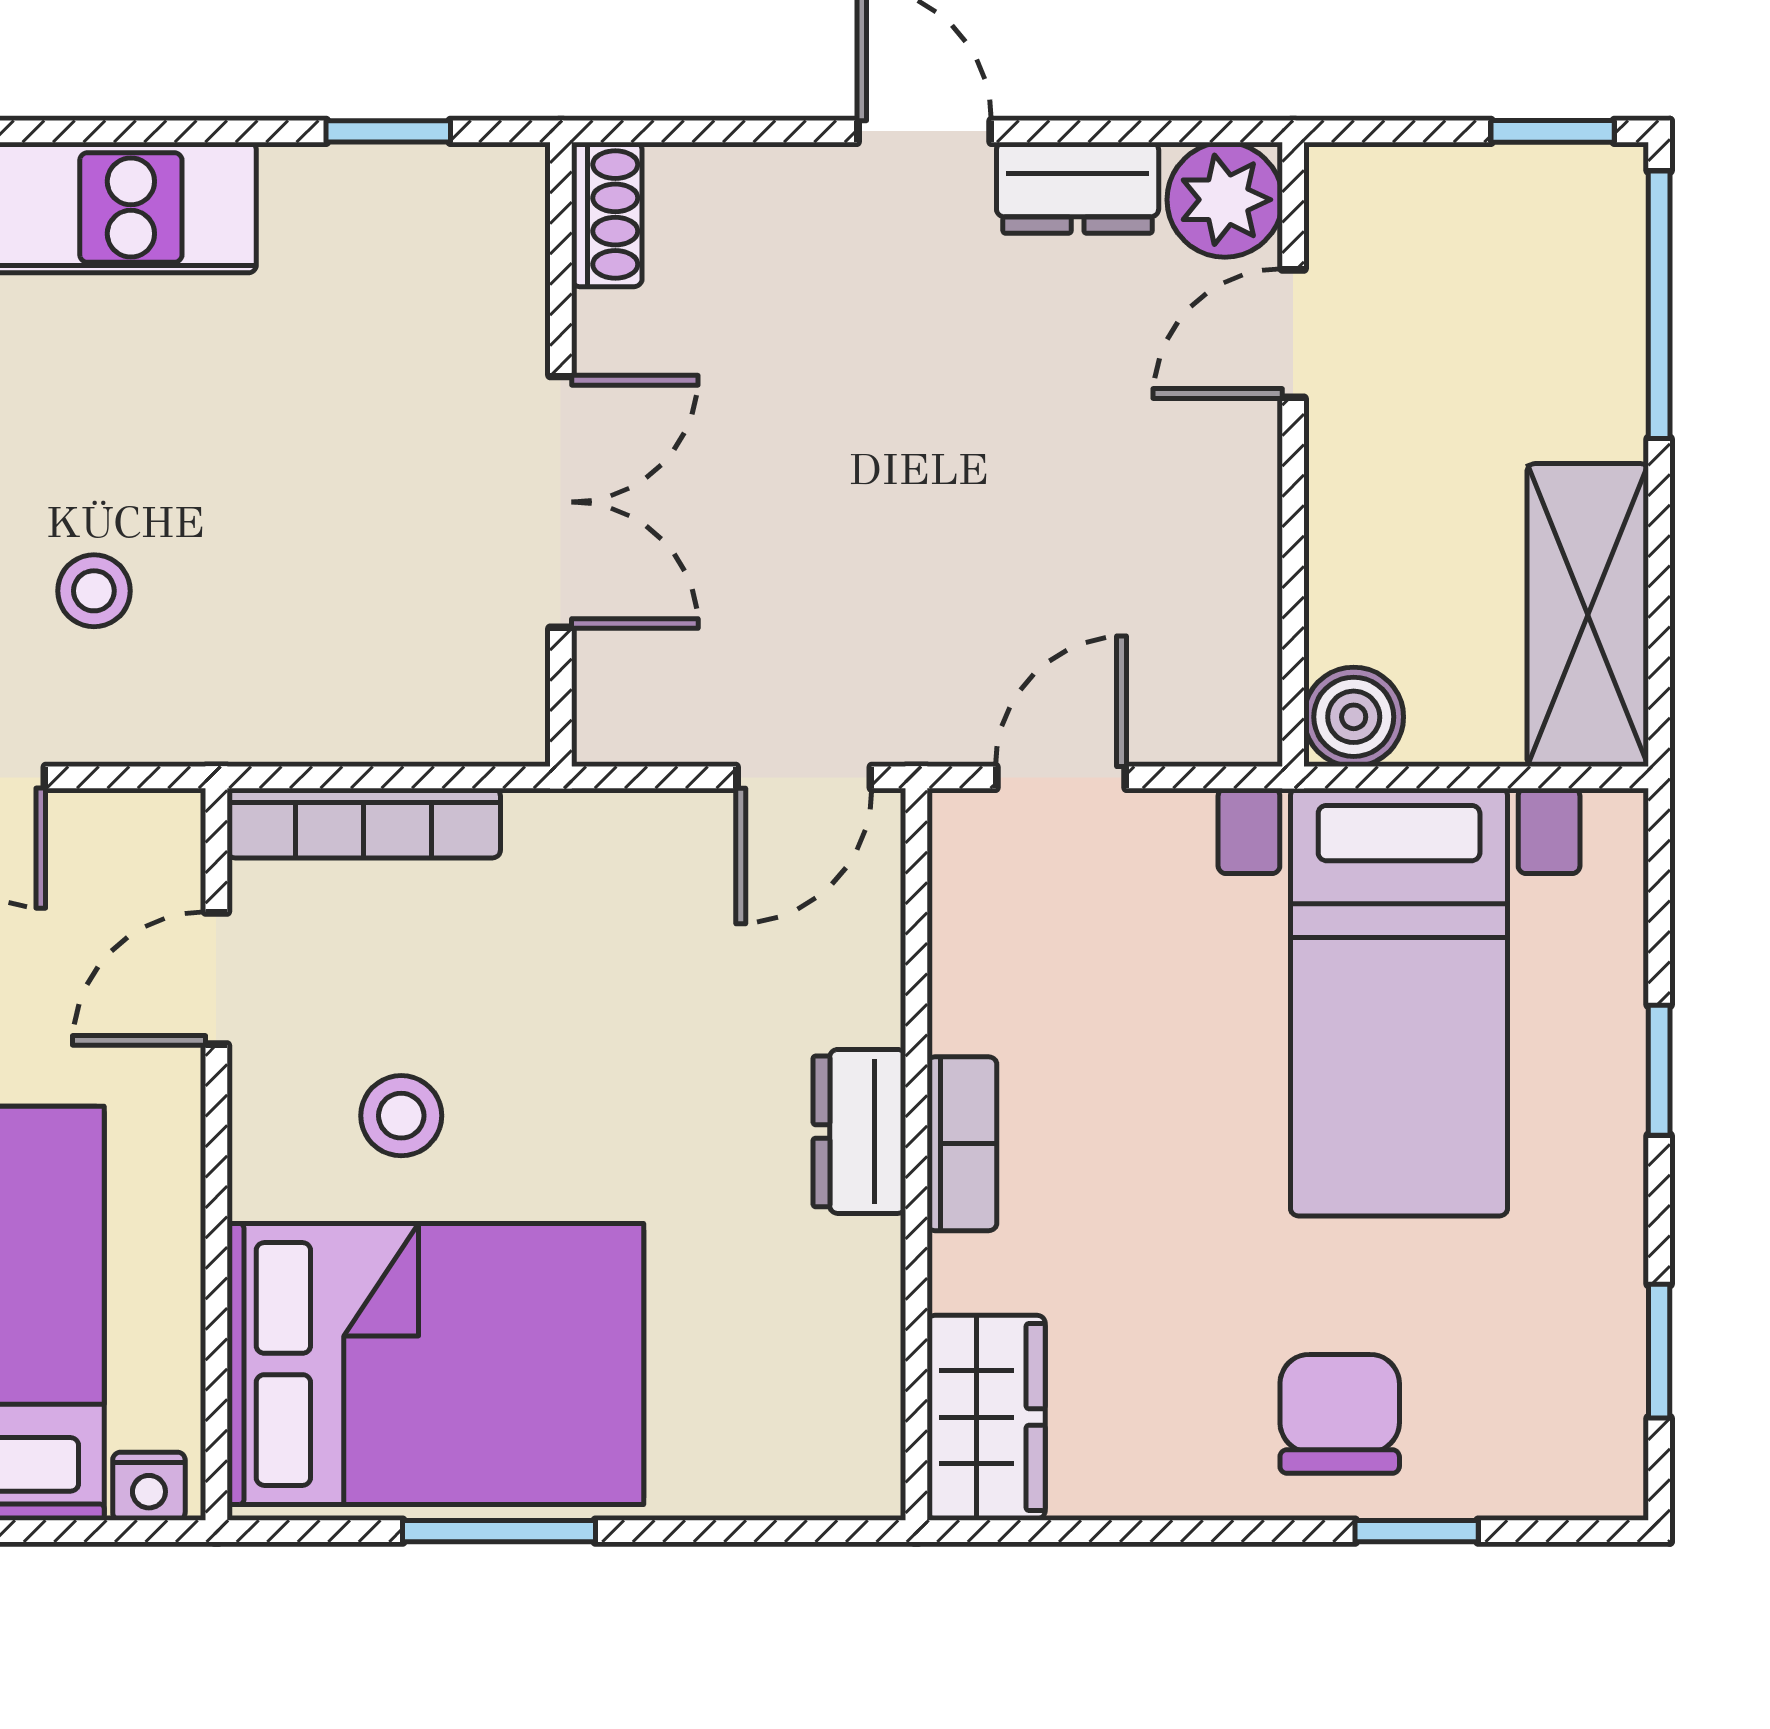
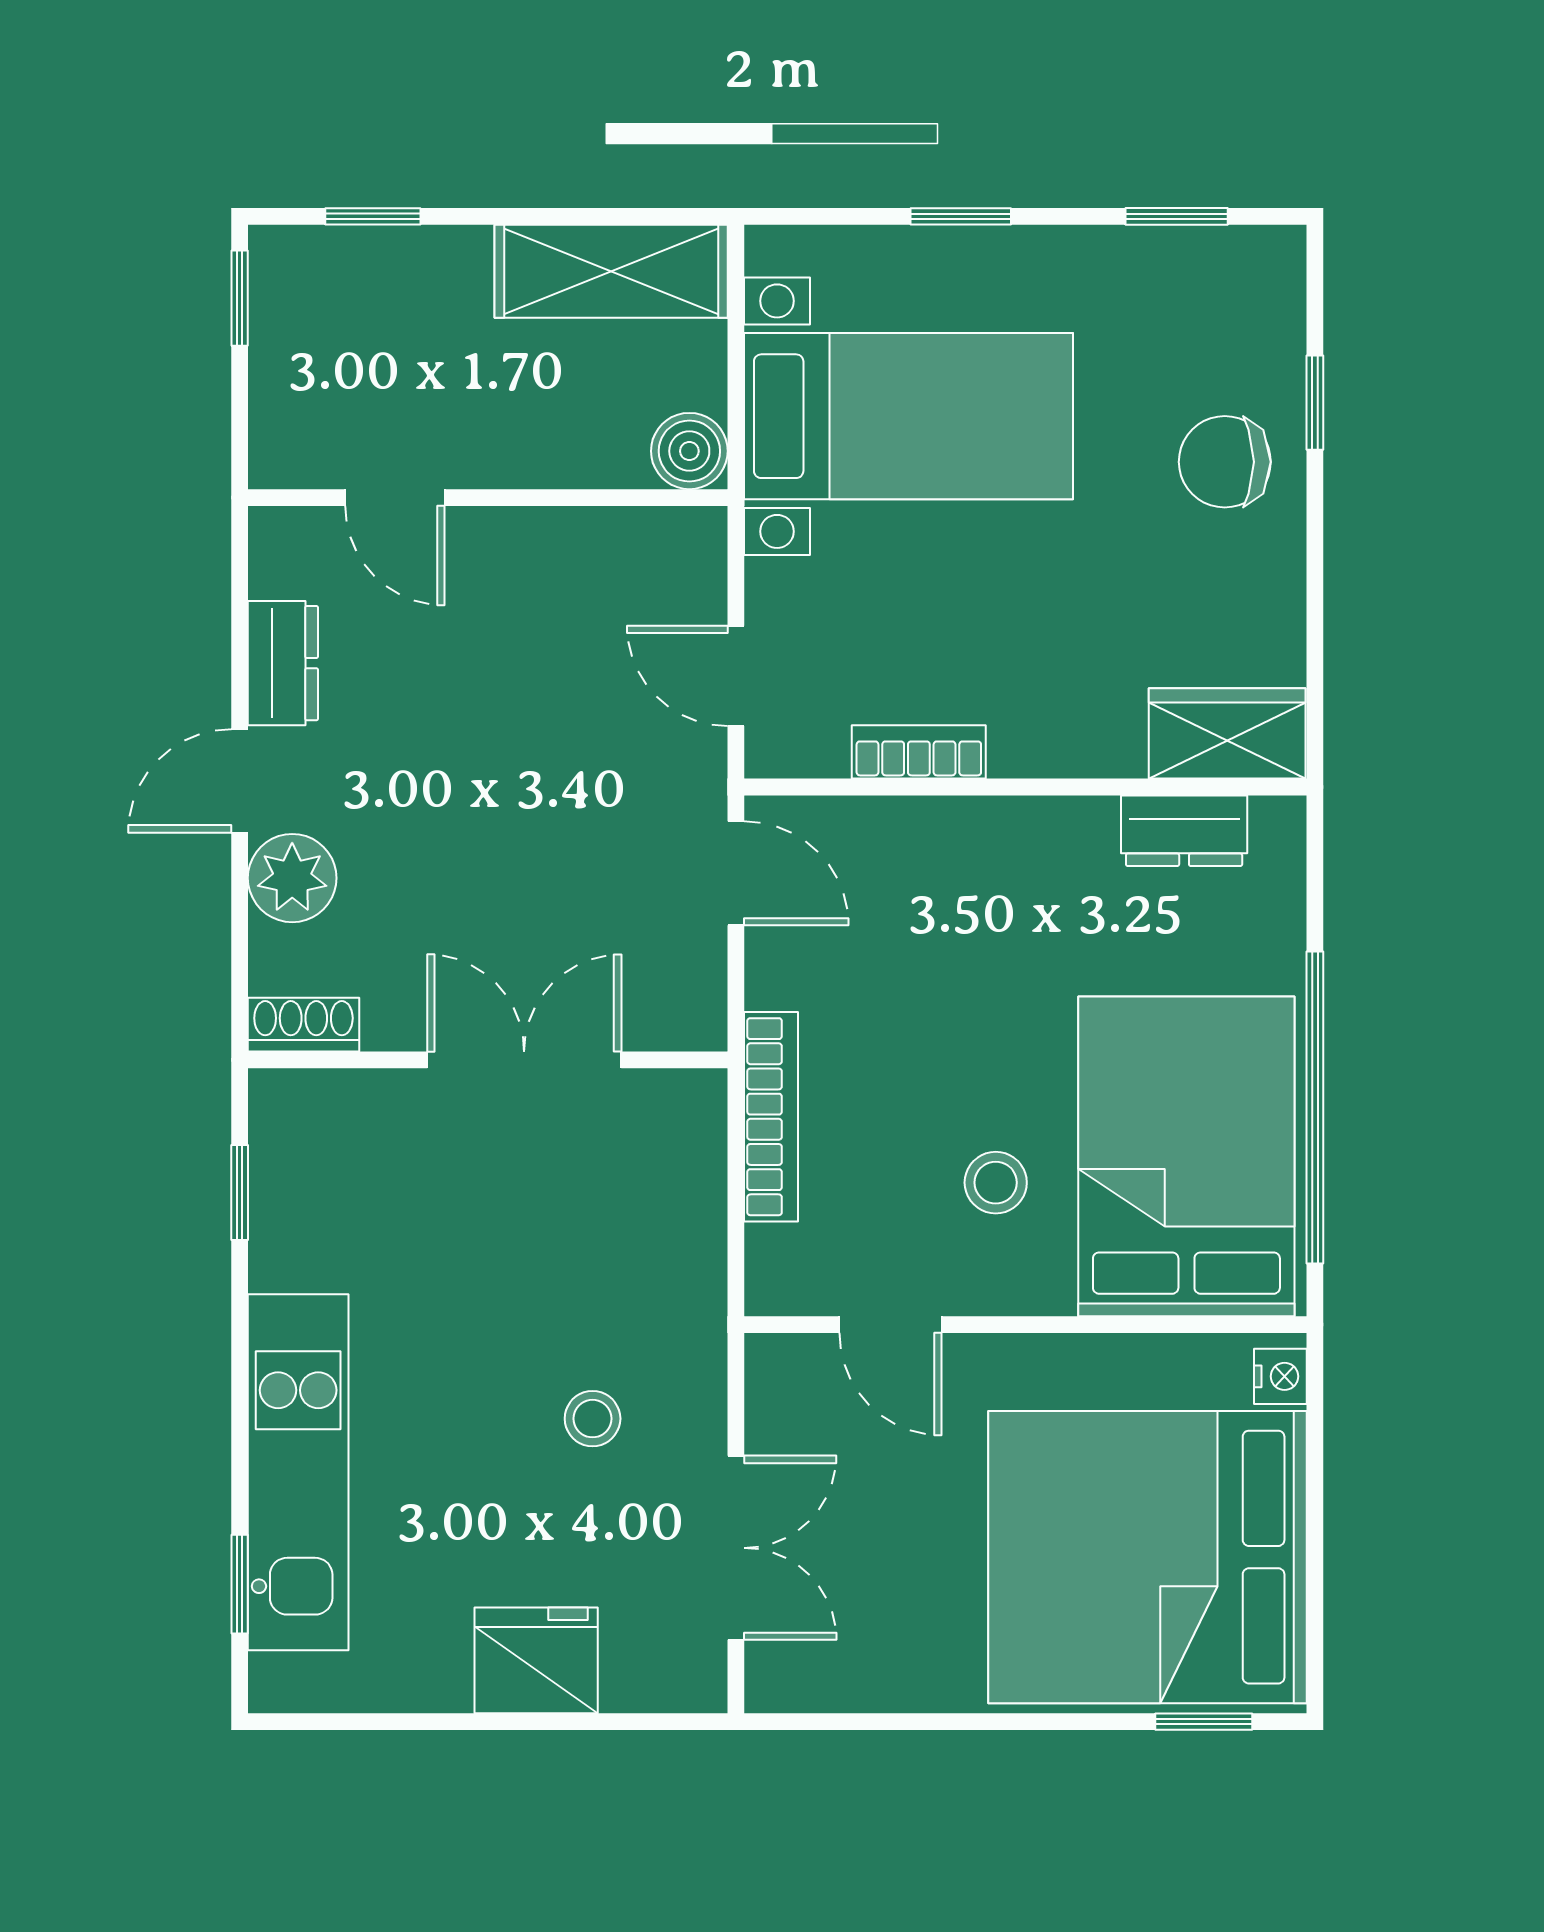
plant: (1225, 200) -> (292, 878), moved
window: (1659, 305) -> (373, 216), width x0.46
bookcase: (364, 823) -> (771, 1117), moved
dresser: (859, 1131) -> (1184, 831), moved
bookcase: (962, 1144) -> (919, 752), moved
window: (499, 1531) -> (1315, 1107), width x2.11

